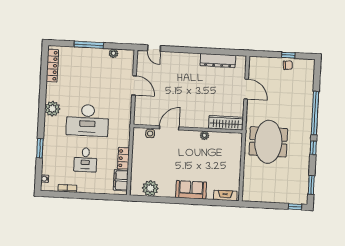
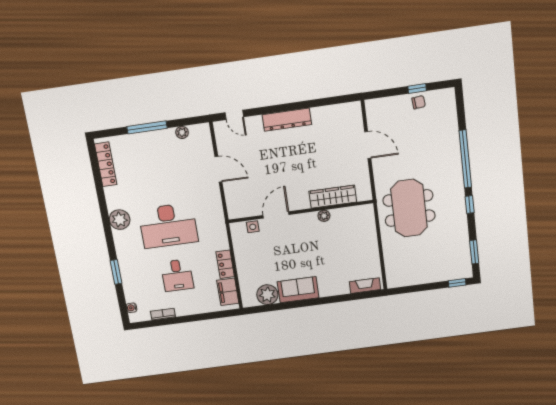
dresser: (218, 60) -> (287, 120), moved
wardrobe: (226, 123) -> (333, 197), moved
sofa: (191, 190) -> (298, 290), moved

